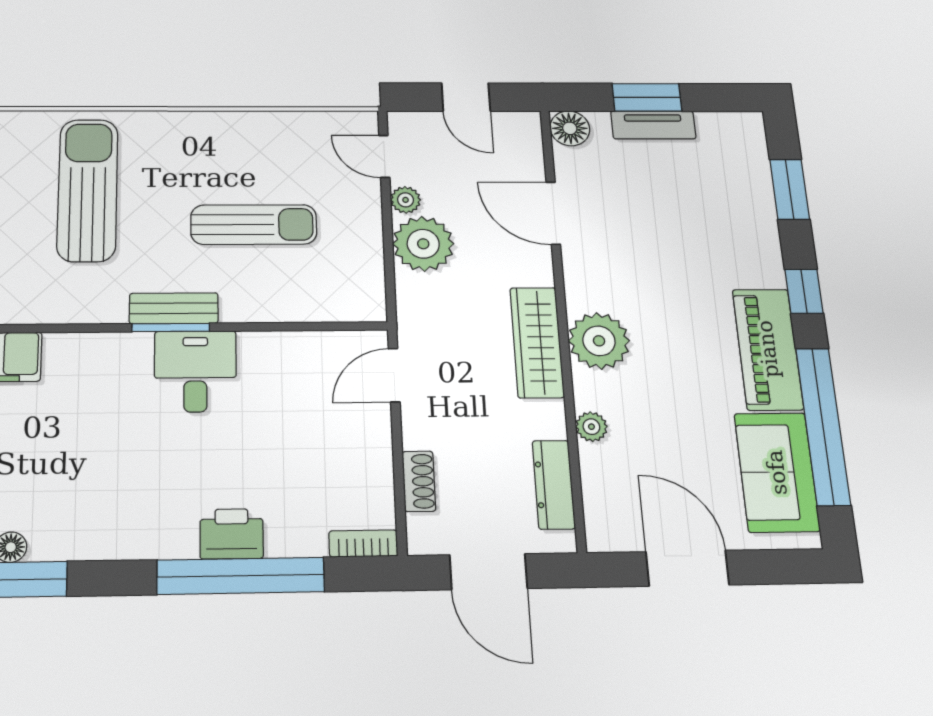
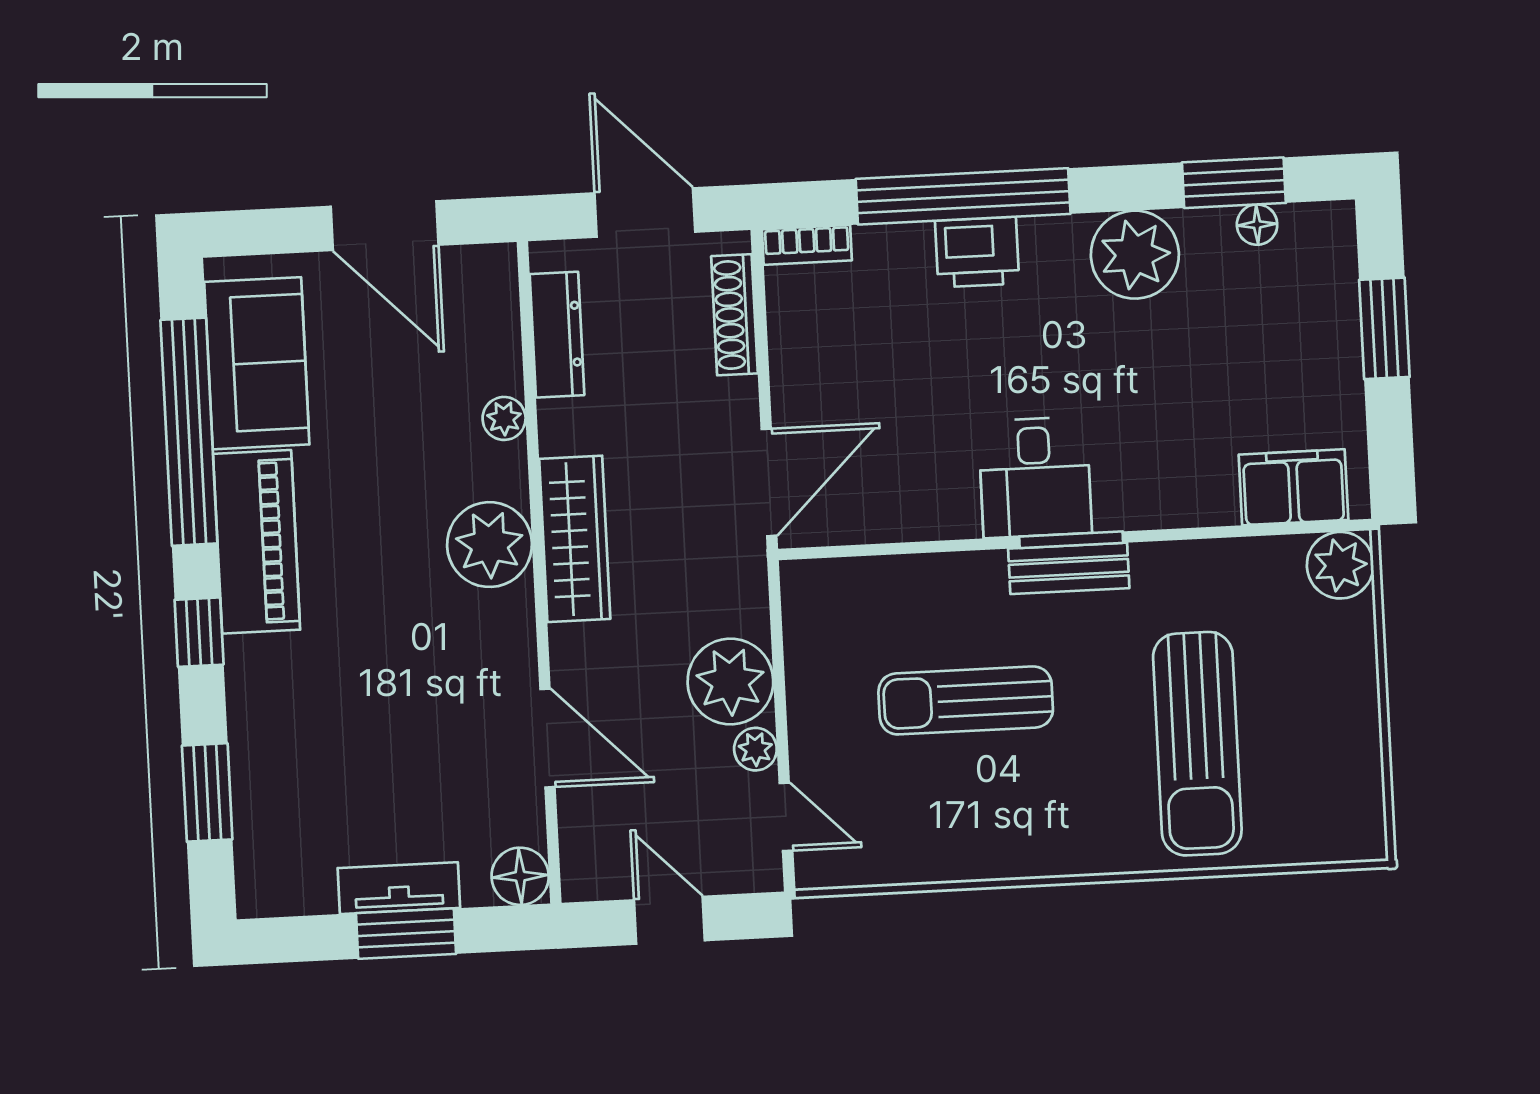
door: (394, 375) -> (769, 482), width x1.38
shoe rack: (419, 481) -> (734, 315), width x1.43
plant: (109, 528) -> (1135, 255), added

